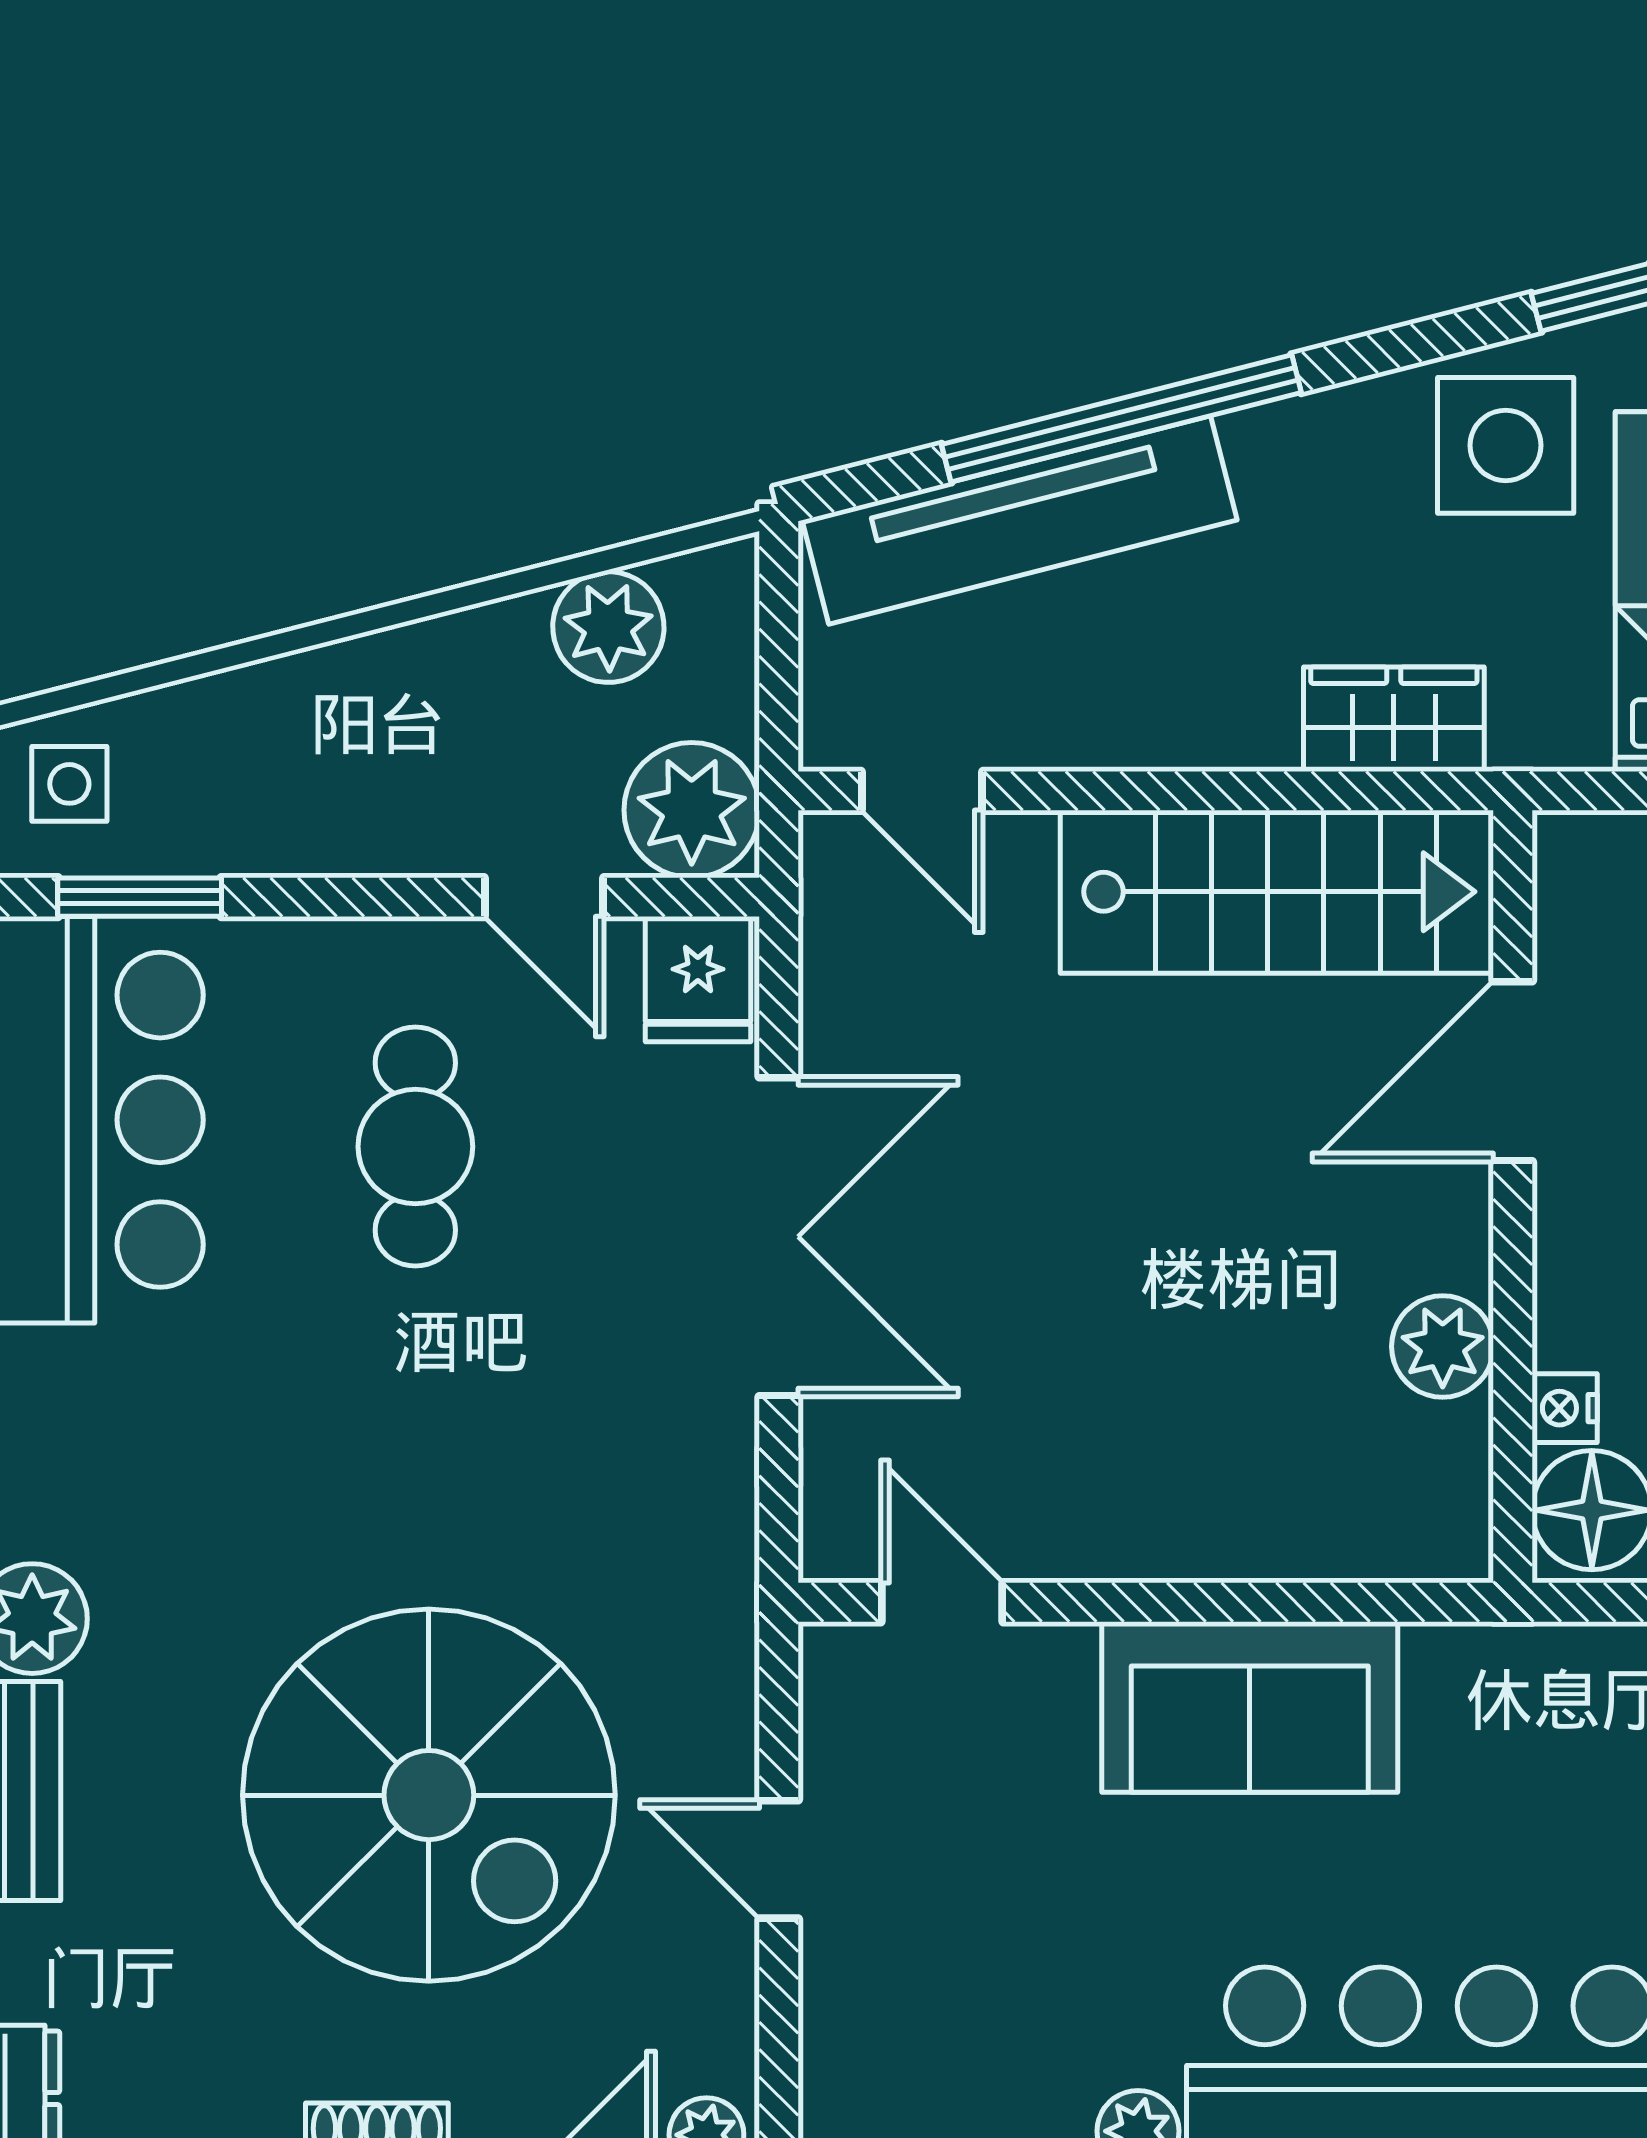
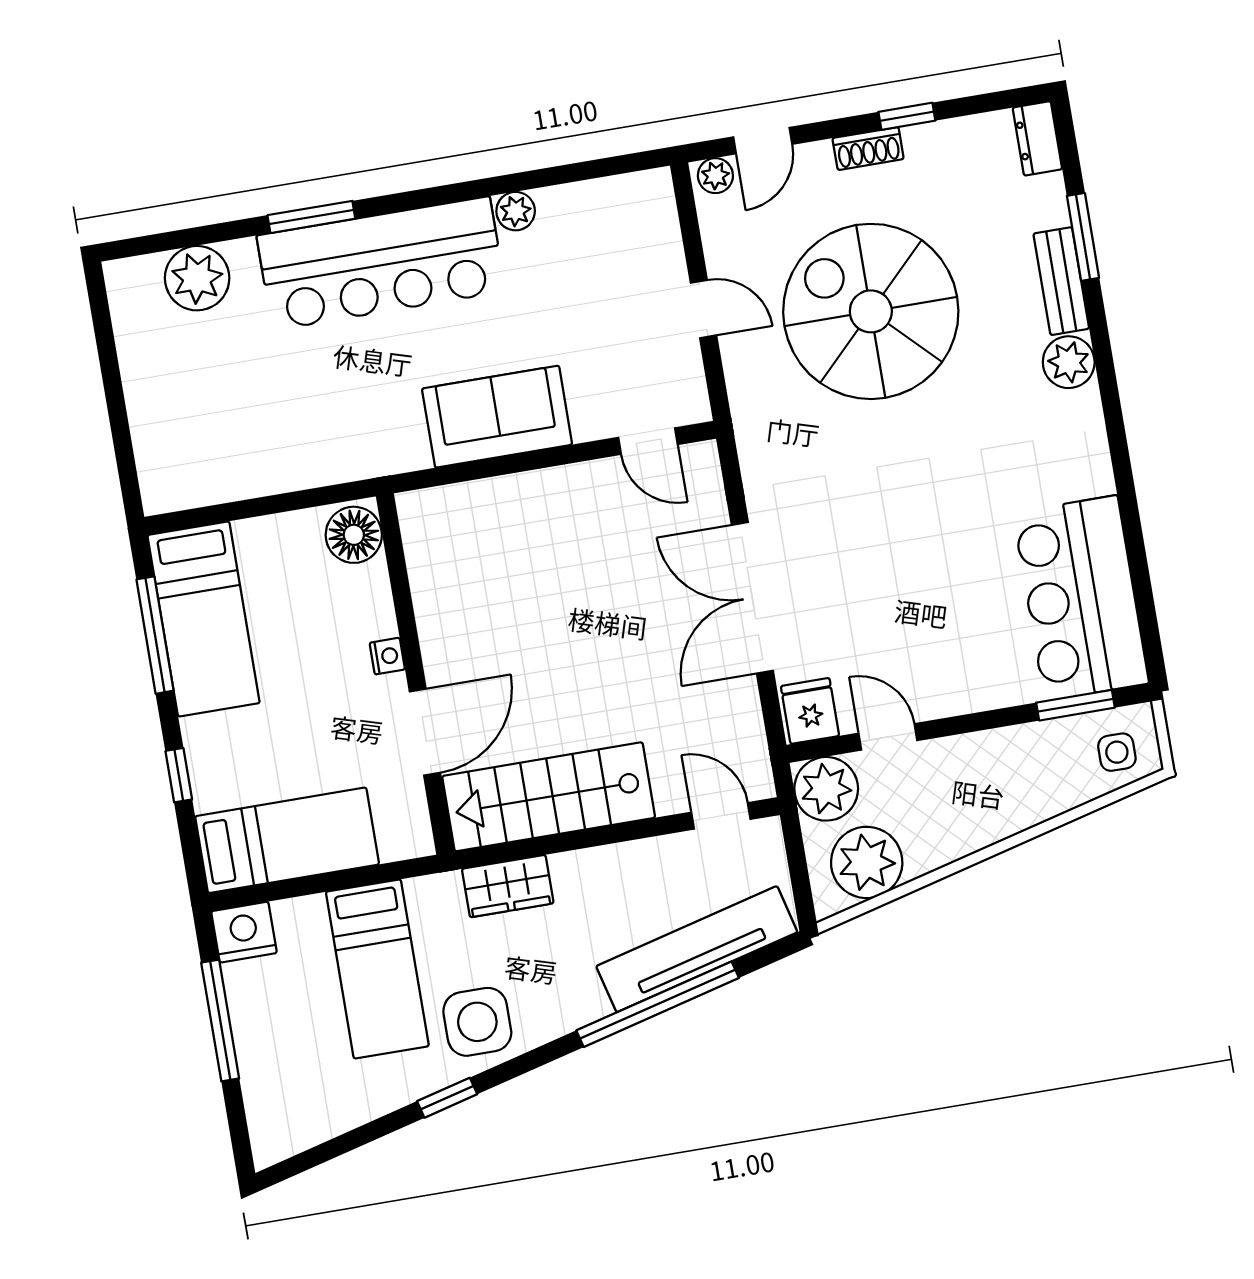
plant: (608, 627) -> (867, 862), width x1.36, depth x1.36
cafe table: (415, 1147) -> (928, 611), removed
plant: (1443, 1346) -> (436, 599), removed
nightstand: (1565, 1408) -> (387, 656), moved

